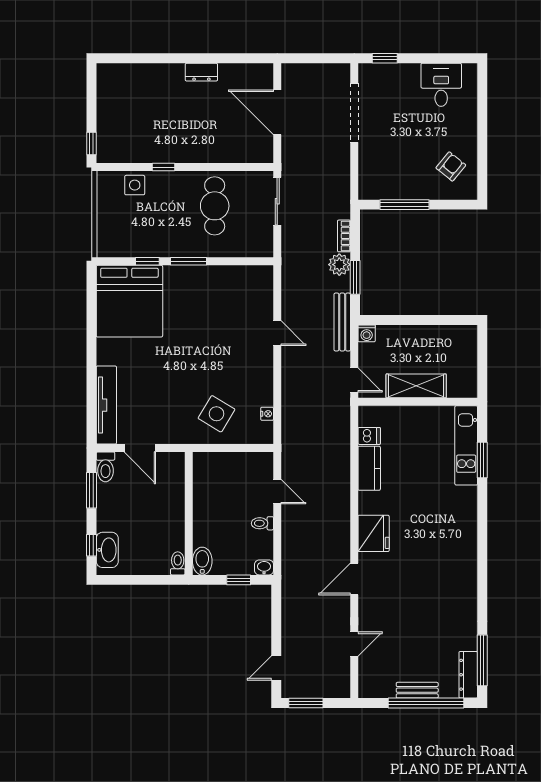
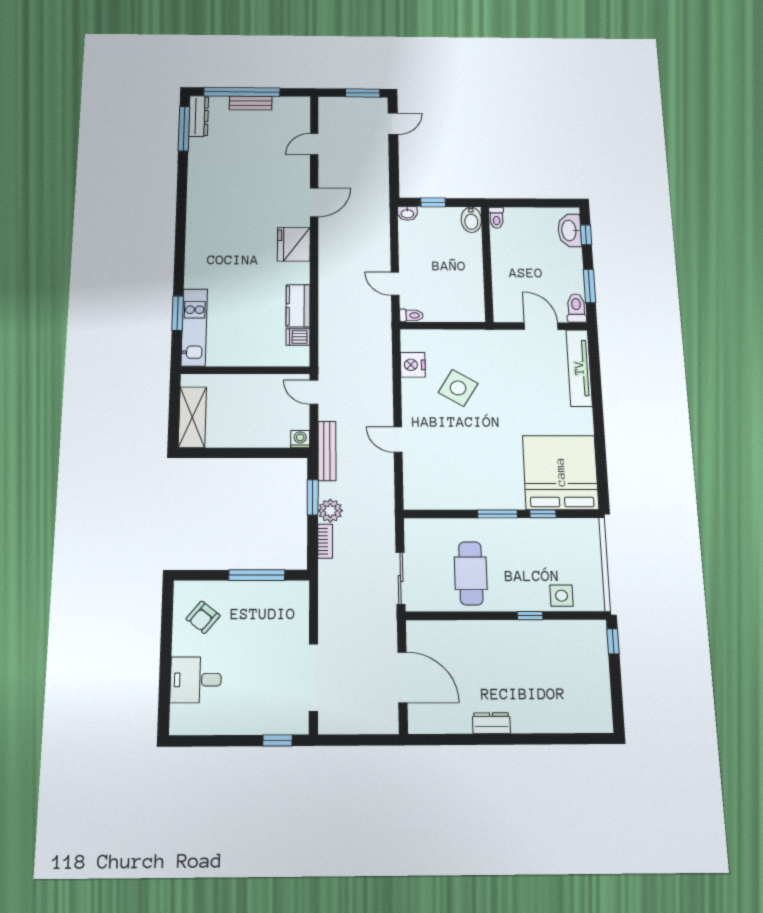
desk: (441, 85) -> (196, 680), moved, turned 90
shelving: (416, 386) -> (192, 417), moved, turned 90
side table: (217, 414) -> (458, 388), moved
nightstand: (267, 414) -> (413, 365), width x1.89, depth x1.79
toilet: (262, 523) -> (411, 315), moved

